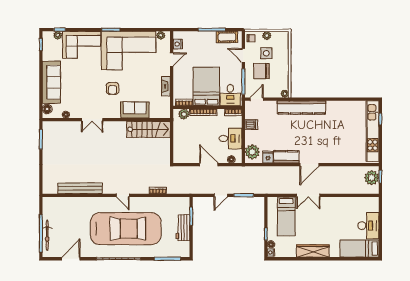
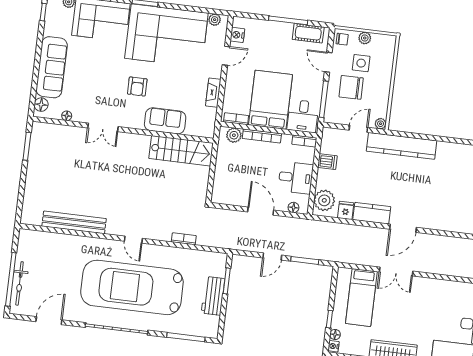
door: (257, 99) -> (358, 129), moved
car: (126, 229) -> (132, 287), turned 180

